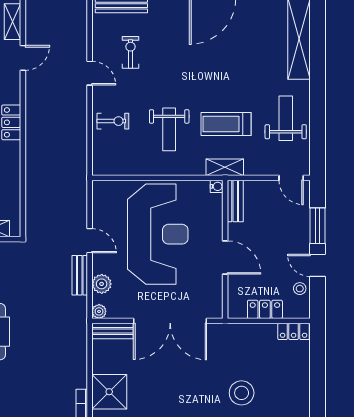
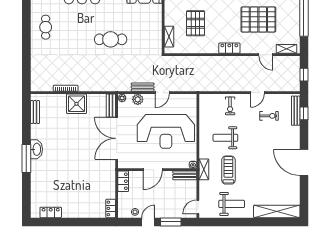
locker: (265, 309) -> (123, 181), moved
stool: (242, 393) -> (76, 179), removed

